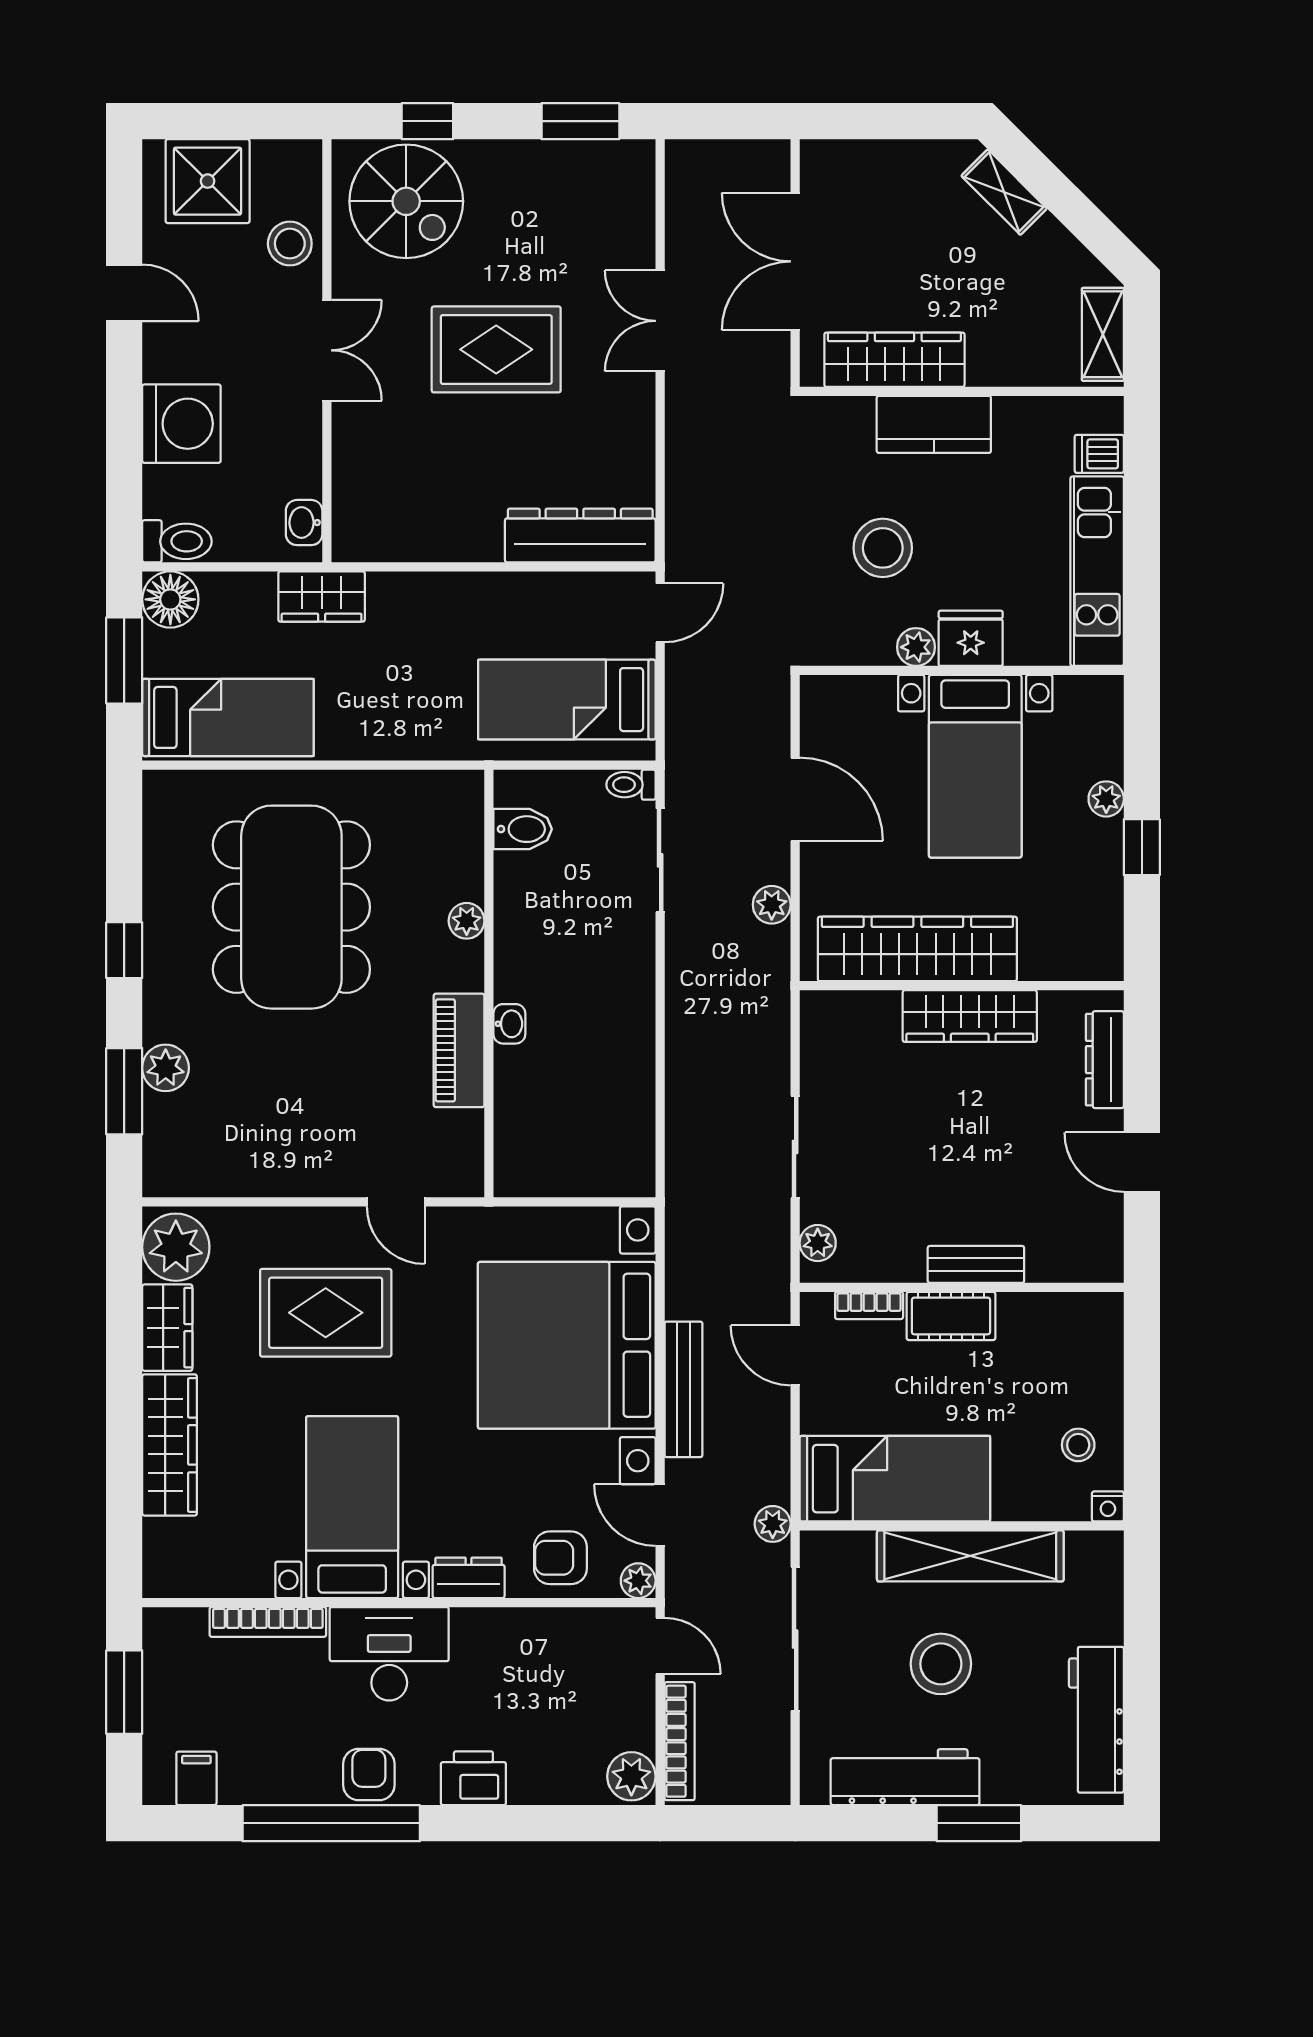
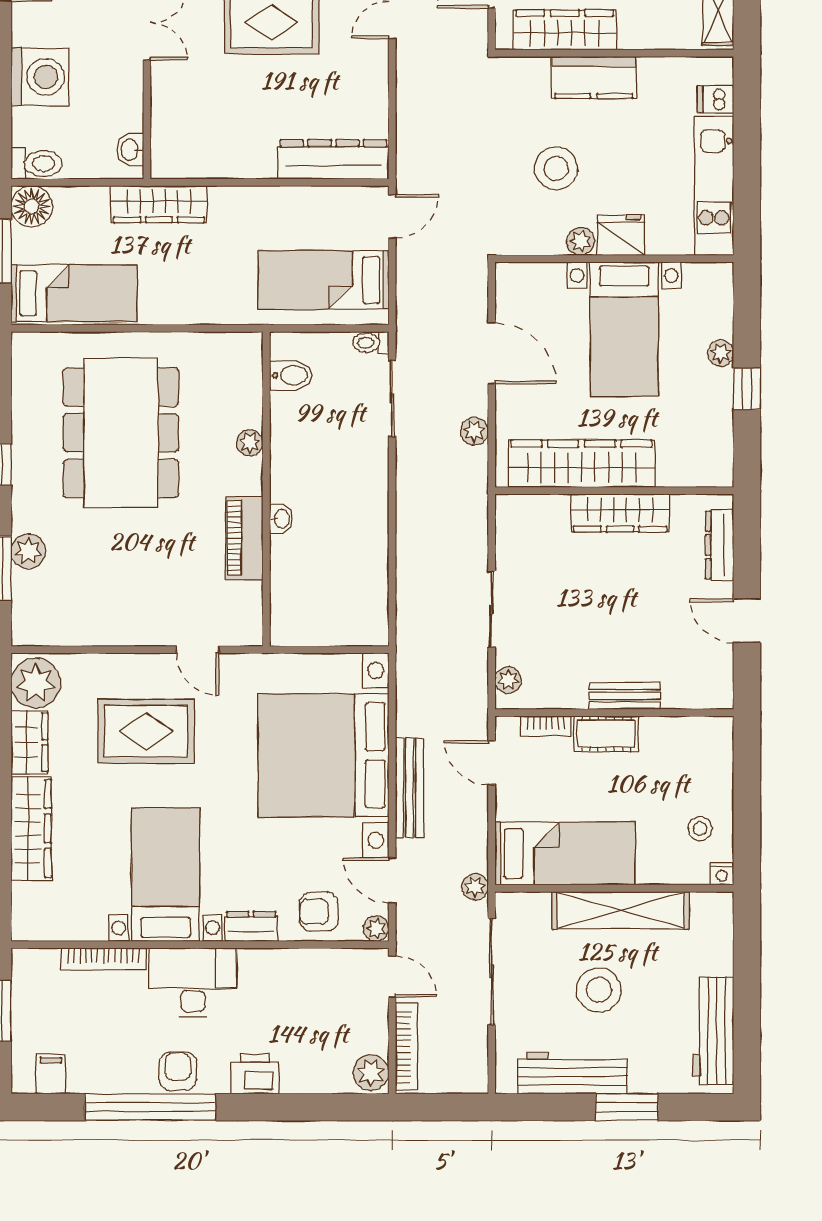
wardrobe: (322, 597) -> (159, 204), width x1.50

